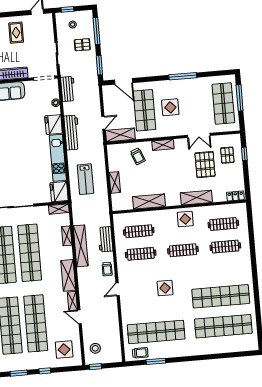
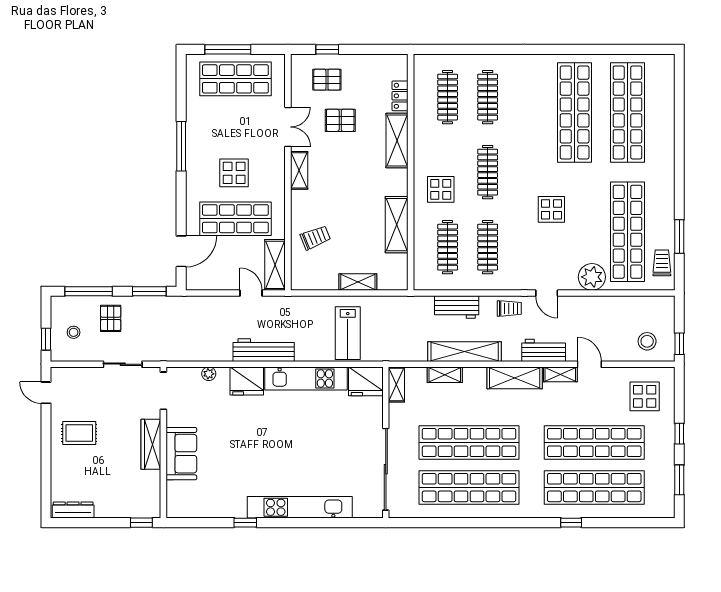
workbench: (68, 89) -> (544, 350), moved
shelving: (163, 145) -> (299, 170), moved
pallet: (205, 165) -> (340, 120), width x0.67, depth x0.71
lab bench: (85, 179) -> (348, 333), turned 90
locker: (235, 196) -> (400, 96), moved
display table: (185, 219) -> (441, 189), moved
plant: (129, 314) -> (592, 277), added
door: (80, 317) -> (589, 364), swing flipped

